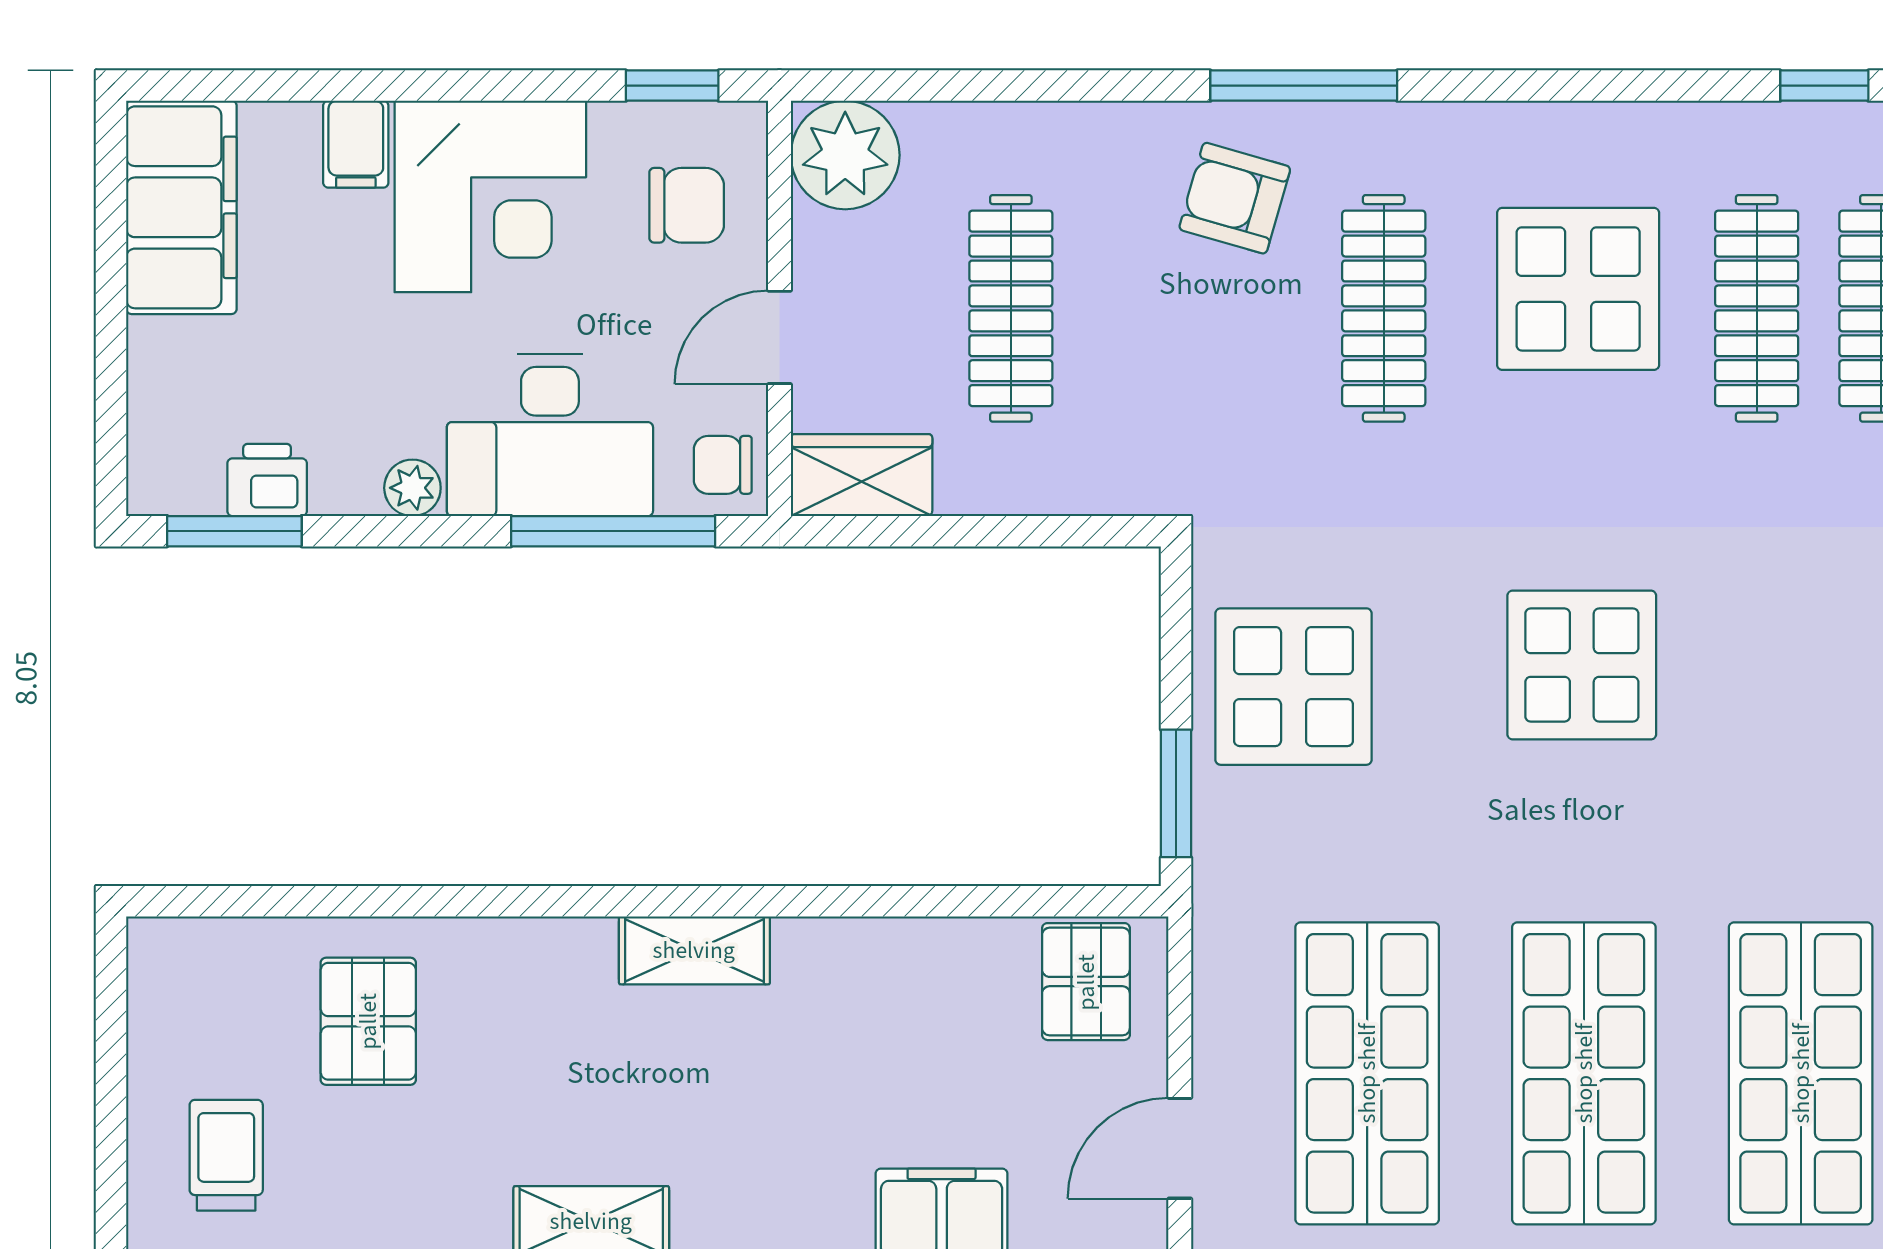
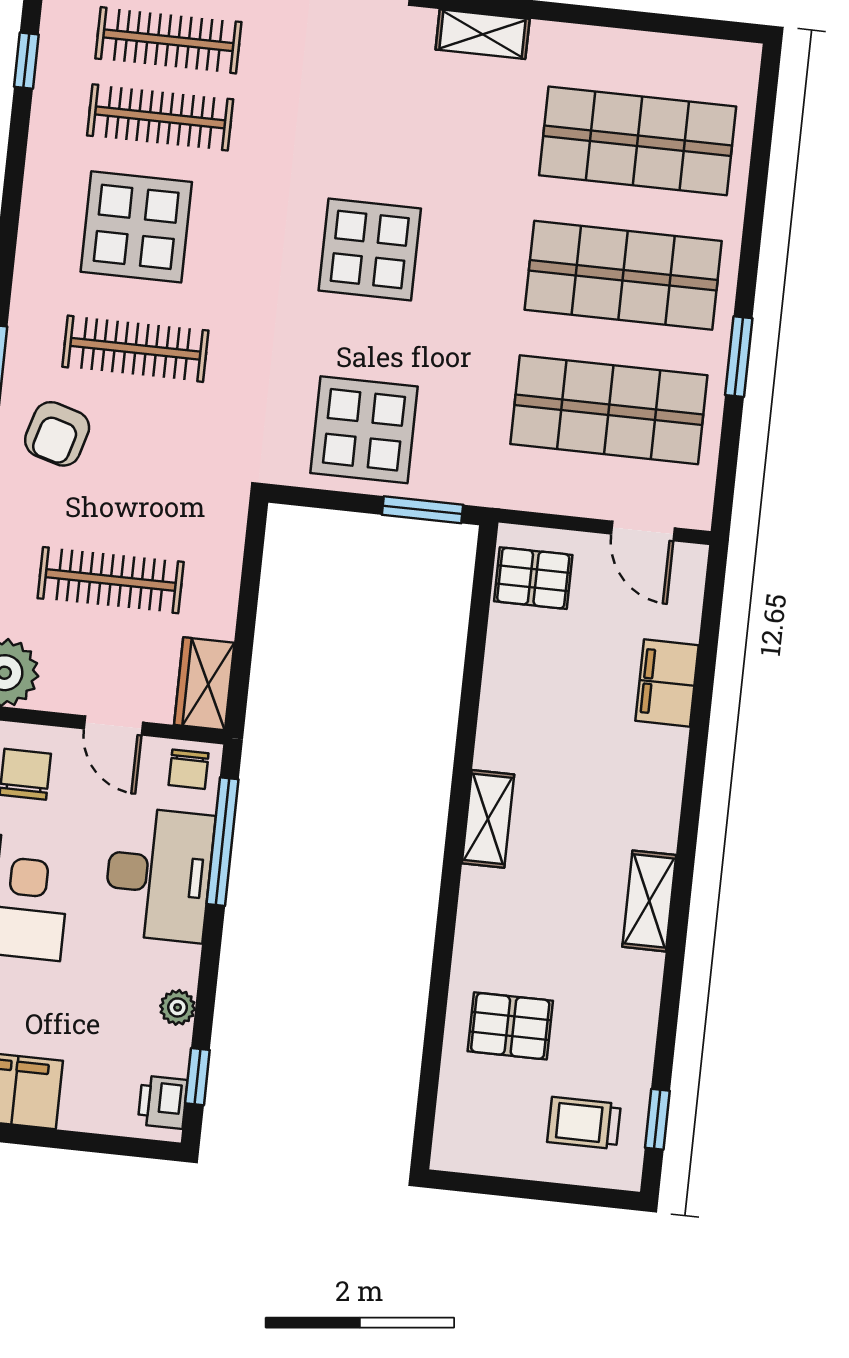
printer: (267, 480) -> (163, 1102), moved
plant: (412, 488) -> (178, 1007), moved
window: (234, 531) -> (197, 1077), width x0.67

